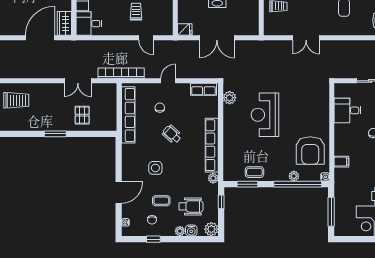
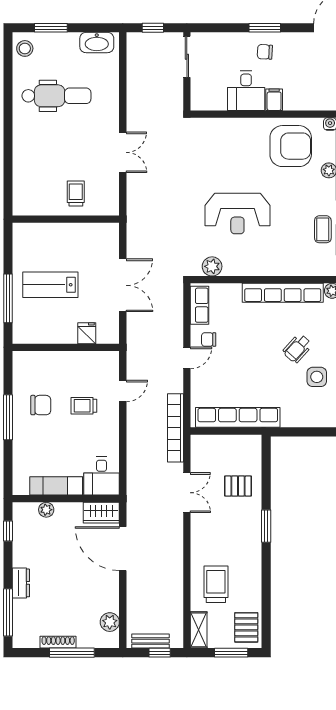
fridge: (185, 29) -> (87, 333), moved
door: (168, 81) -> (187, 358), swing flipped
chair: (160, 108) -> (209, 339), moved
desk: (347, 110) -> (246, 91), moved
wheelchair: (172, 134) -> (297, 348), moved
filing cabinet: (341, 162) -> (274, 100), moved

